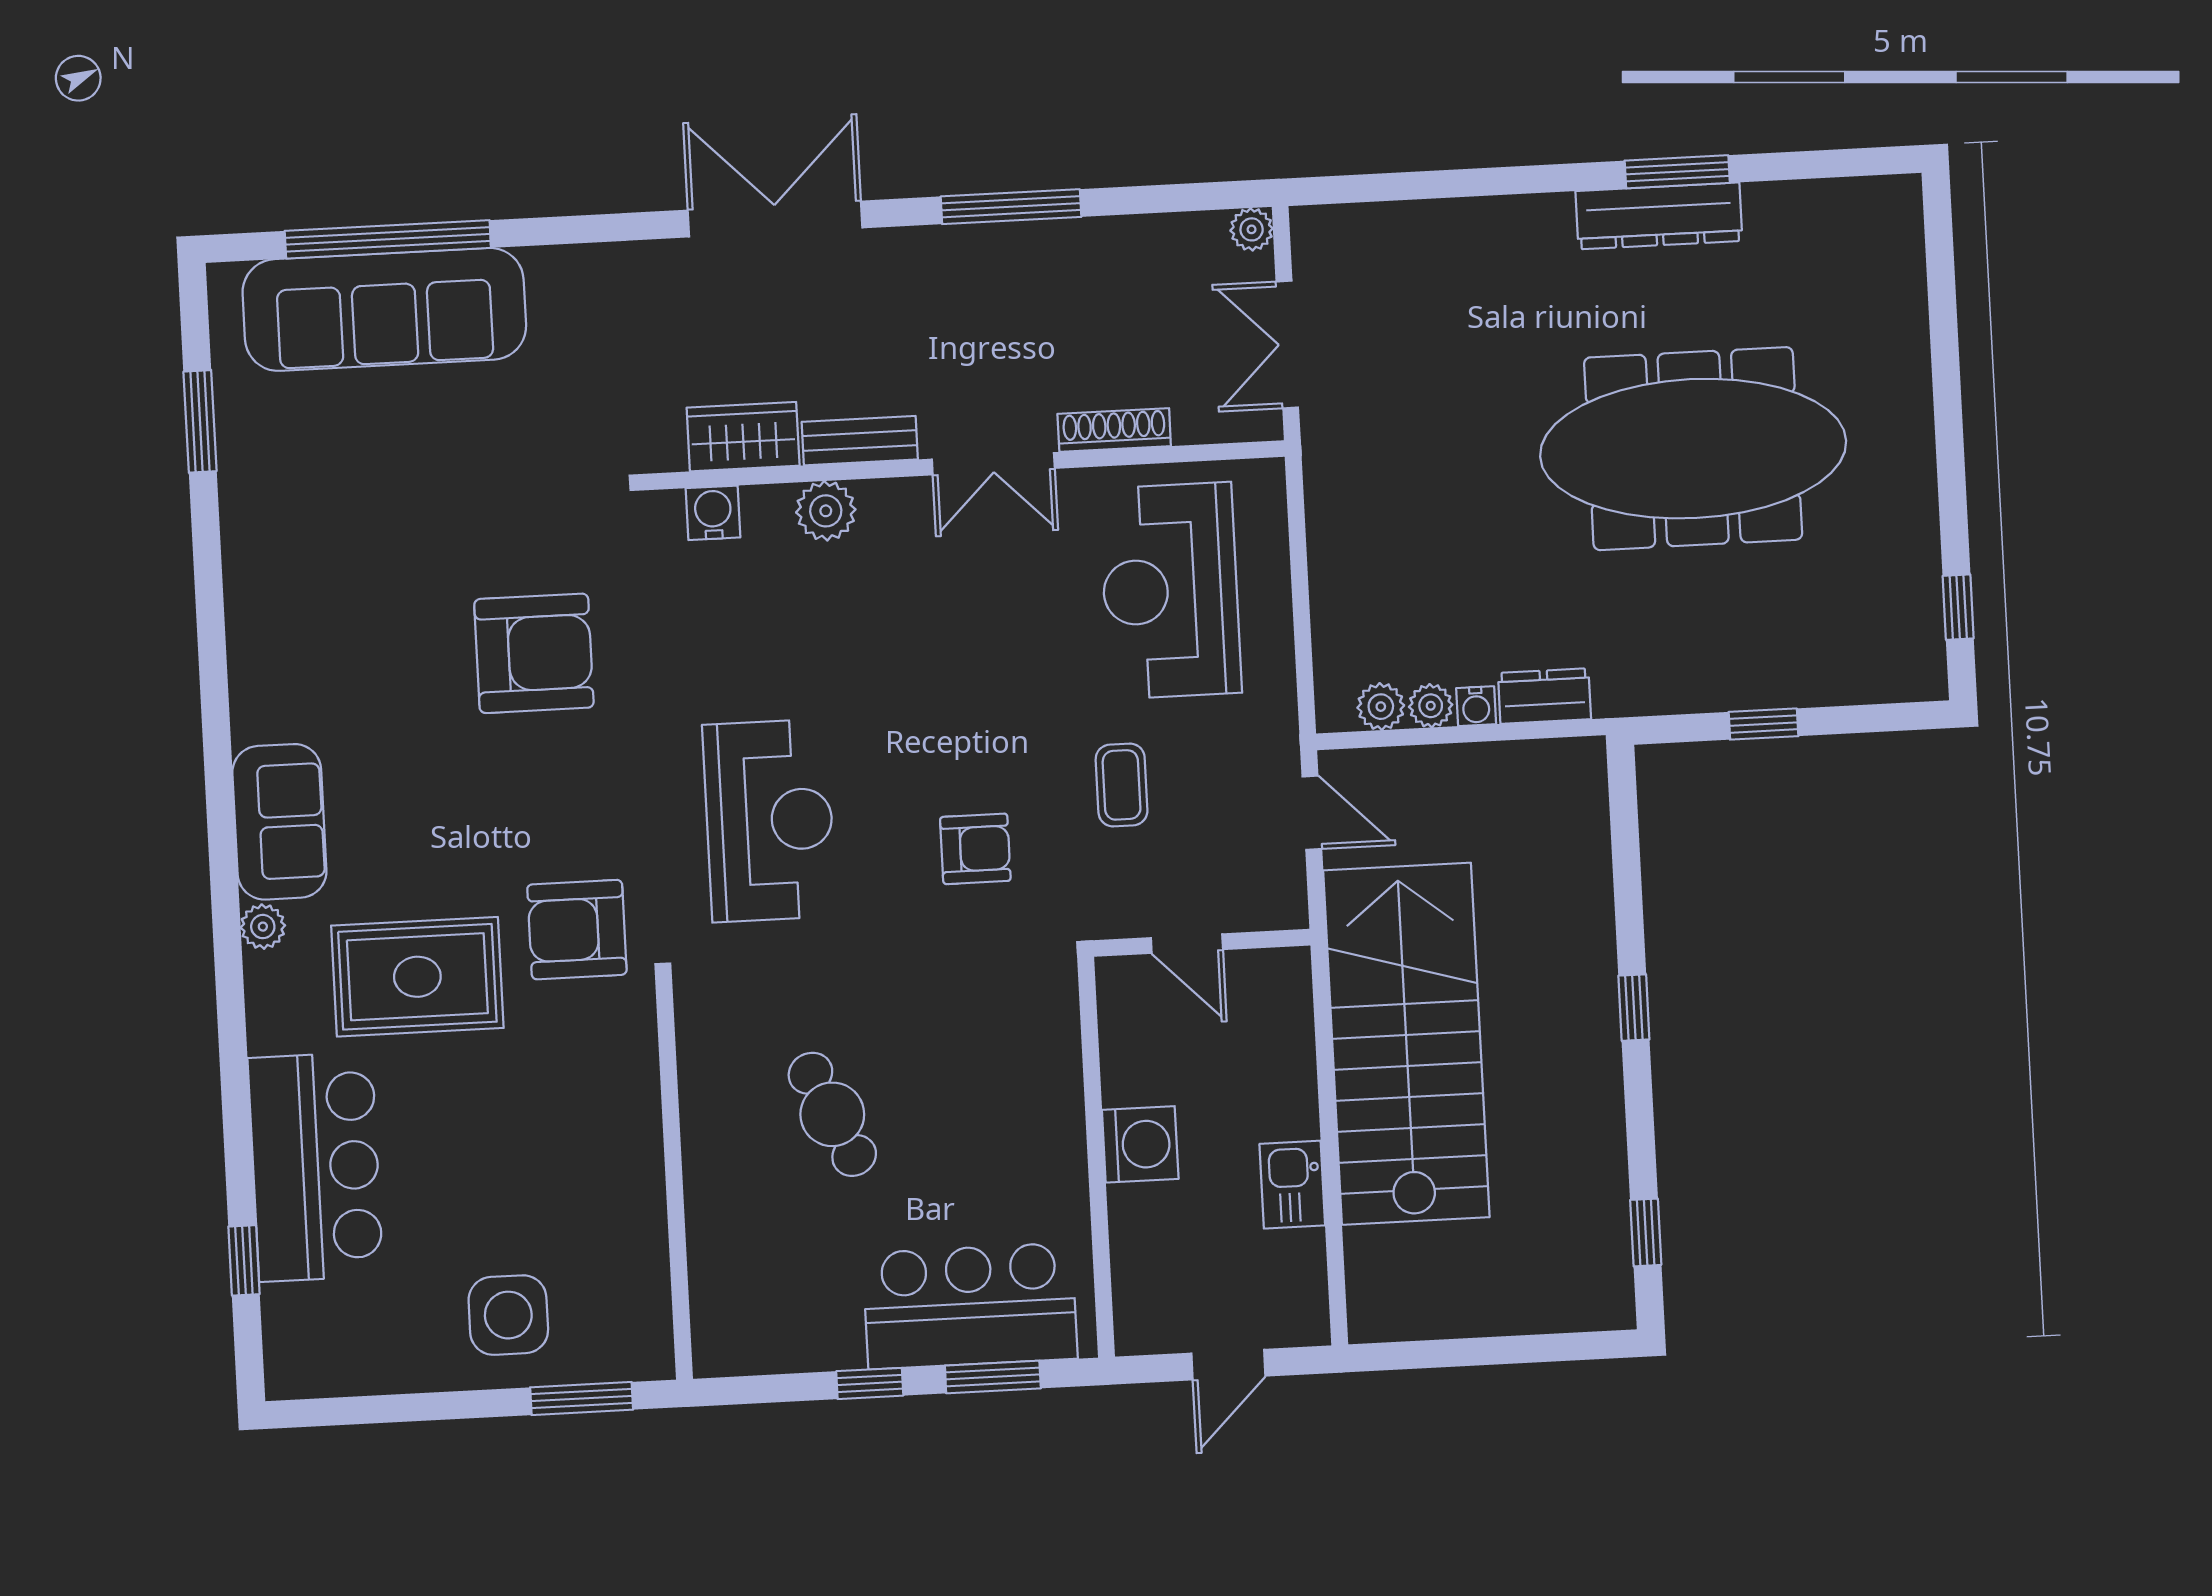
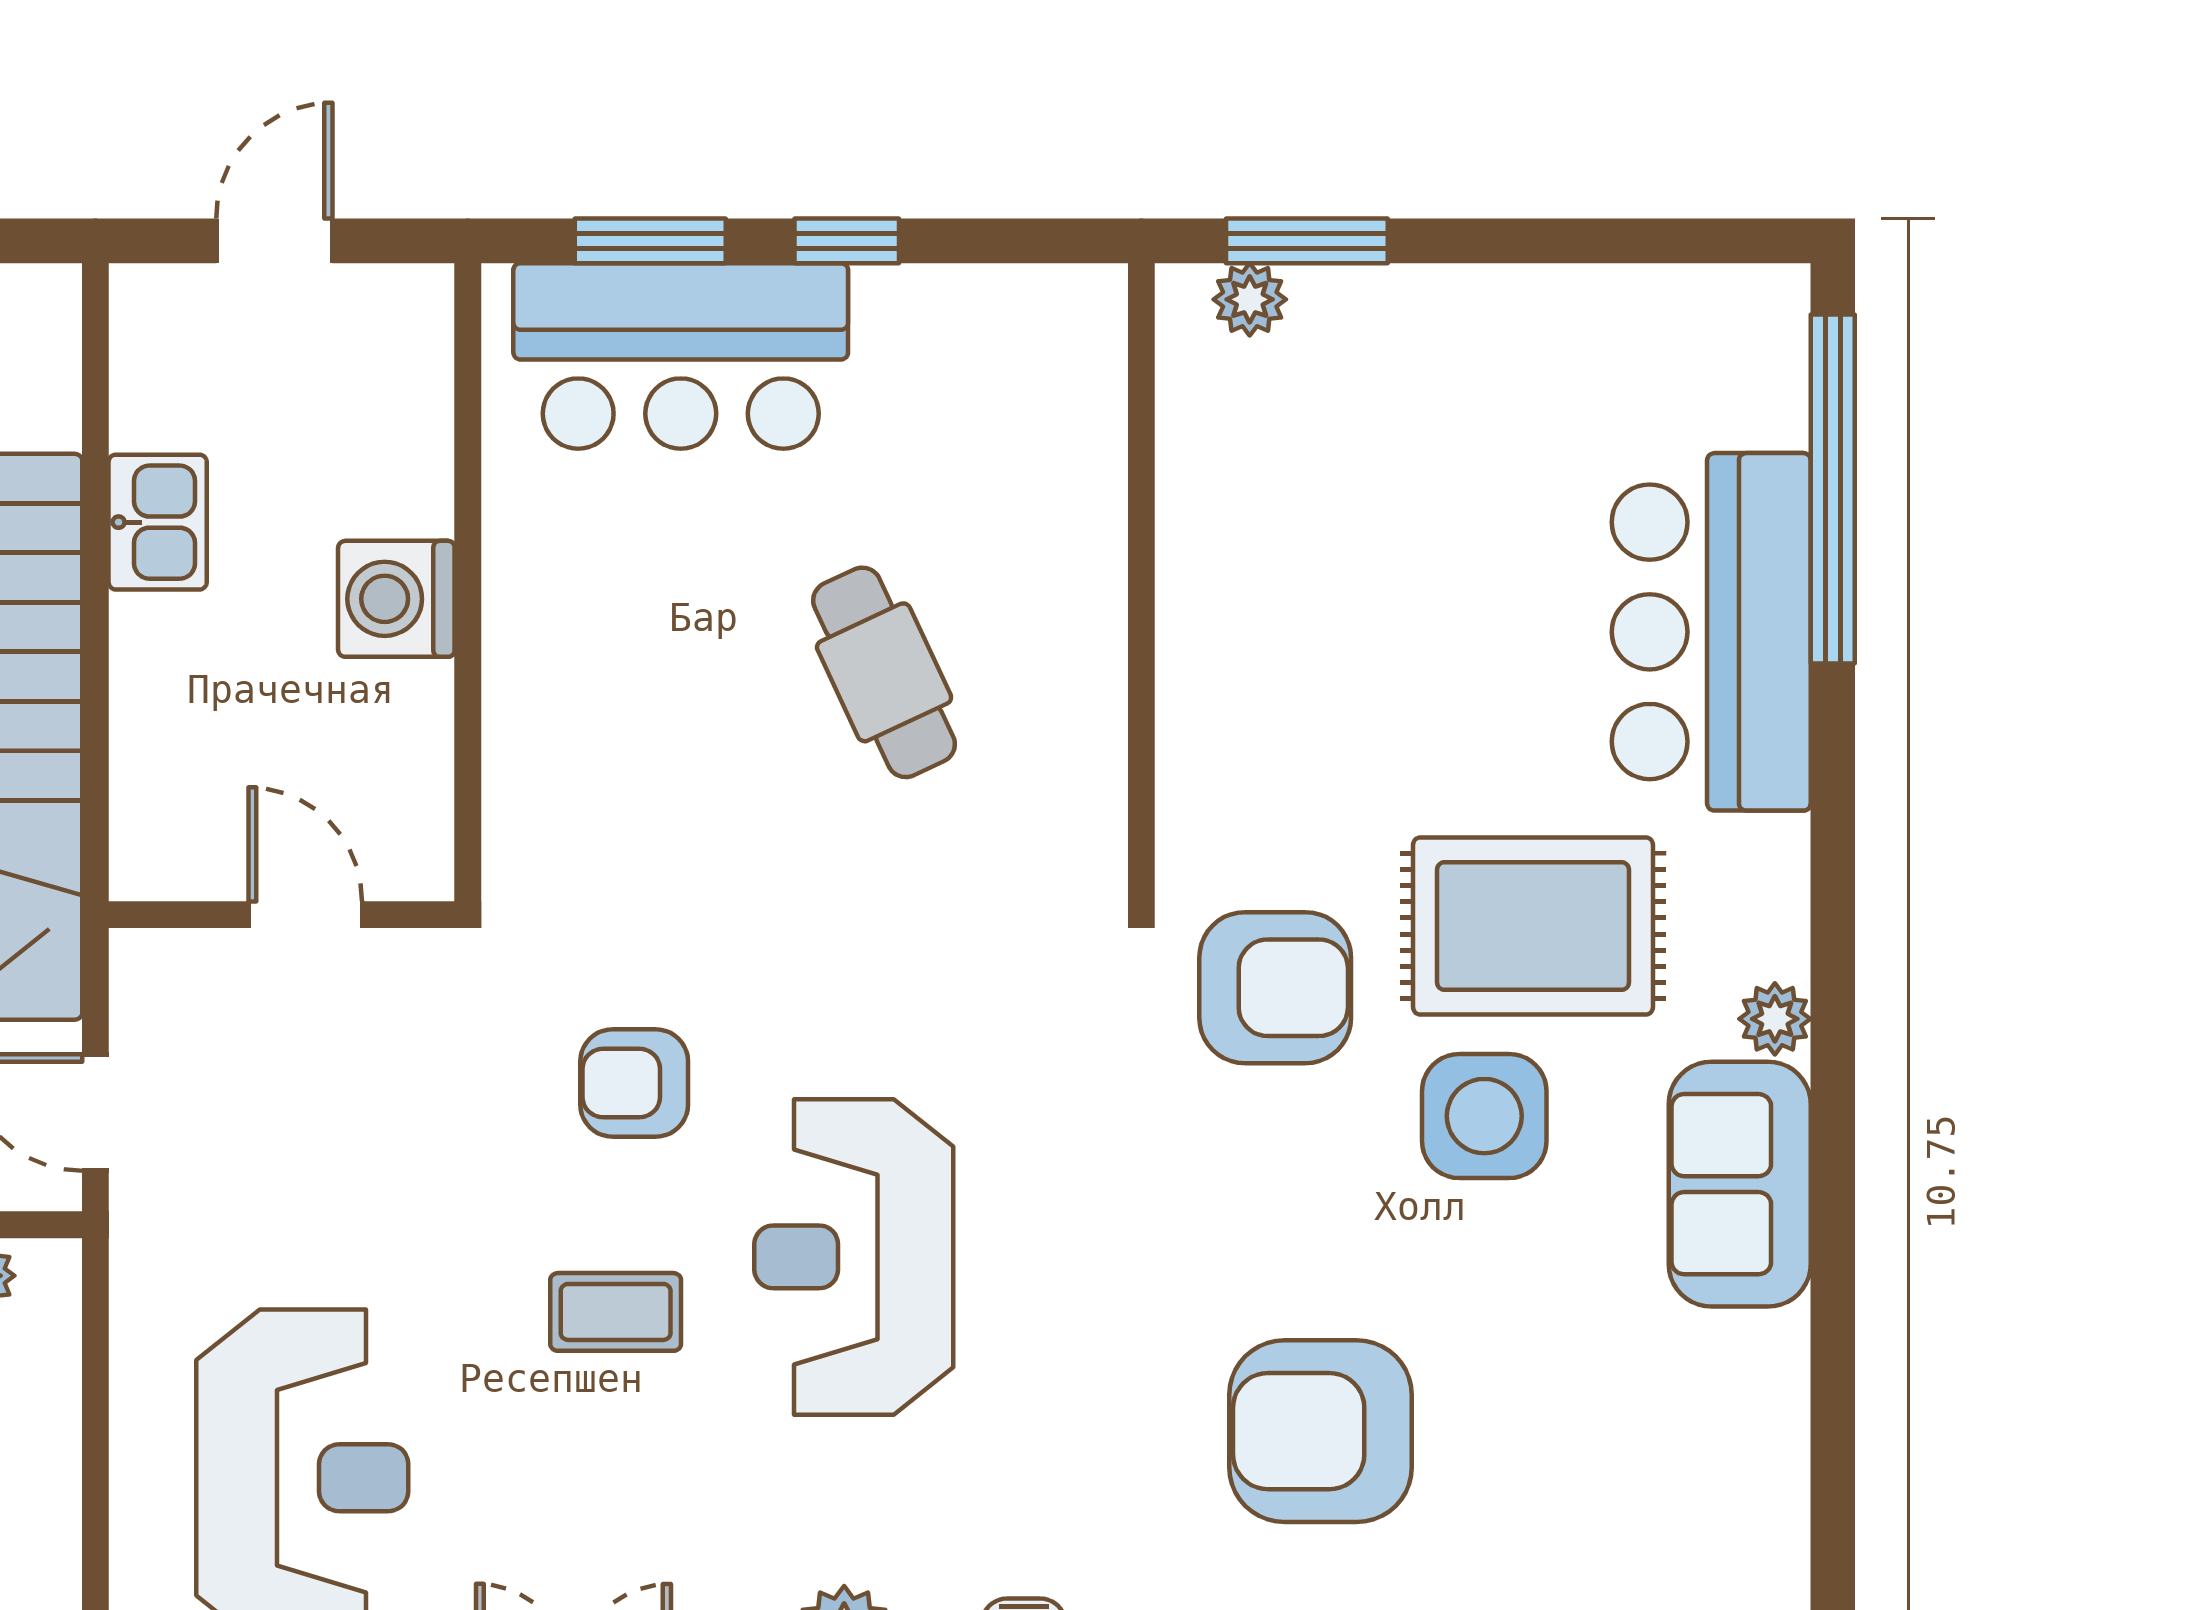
coffee table: (1122, 785) -> (616, 1312), moved, turned 90
reception desk: (769, 820) -> (854, 1257), moved
window: (244, 1260) -> (1833, 489), width x3.17
side table: (508, 1315) -> (1484, 1116), moved
plant: (615, 1360) -> (1250, 299), added

